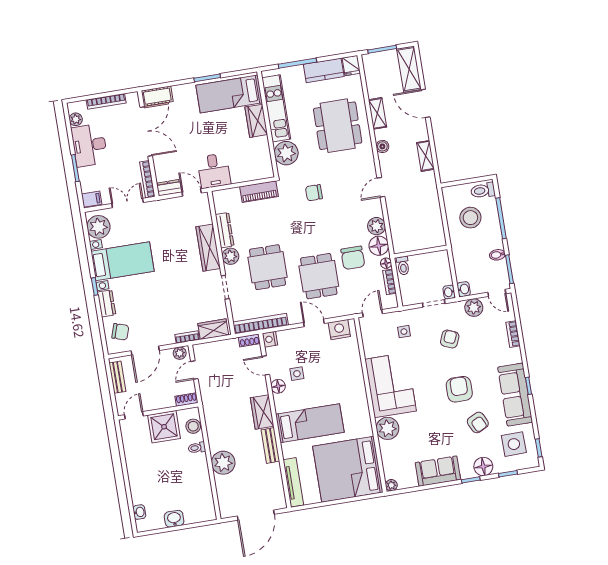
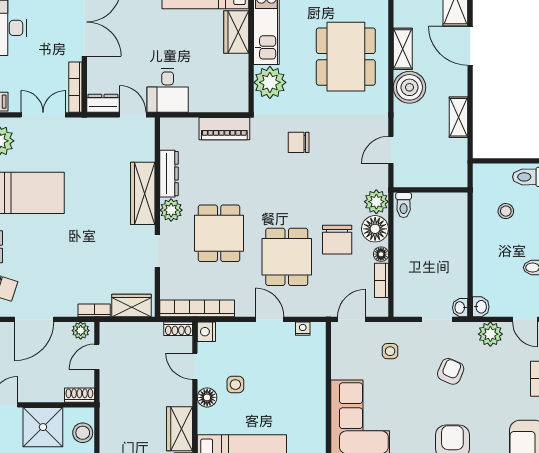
boiler: (382, 146) -> (409, 87), width x1.86, depth x1.86
stool: (470, 218) -> (506, 211), width x0.53, depth x0.53
wall: (421, 252) -> (430, 190), moved
toilet: (403, 266) -> (404, 205), moved
nightstand: (339, 330) -> (303, 329), width x0.53, depth x0.56

